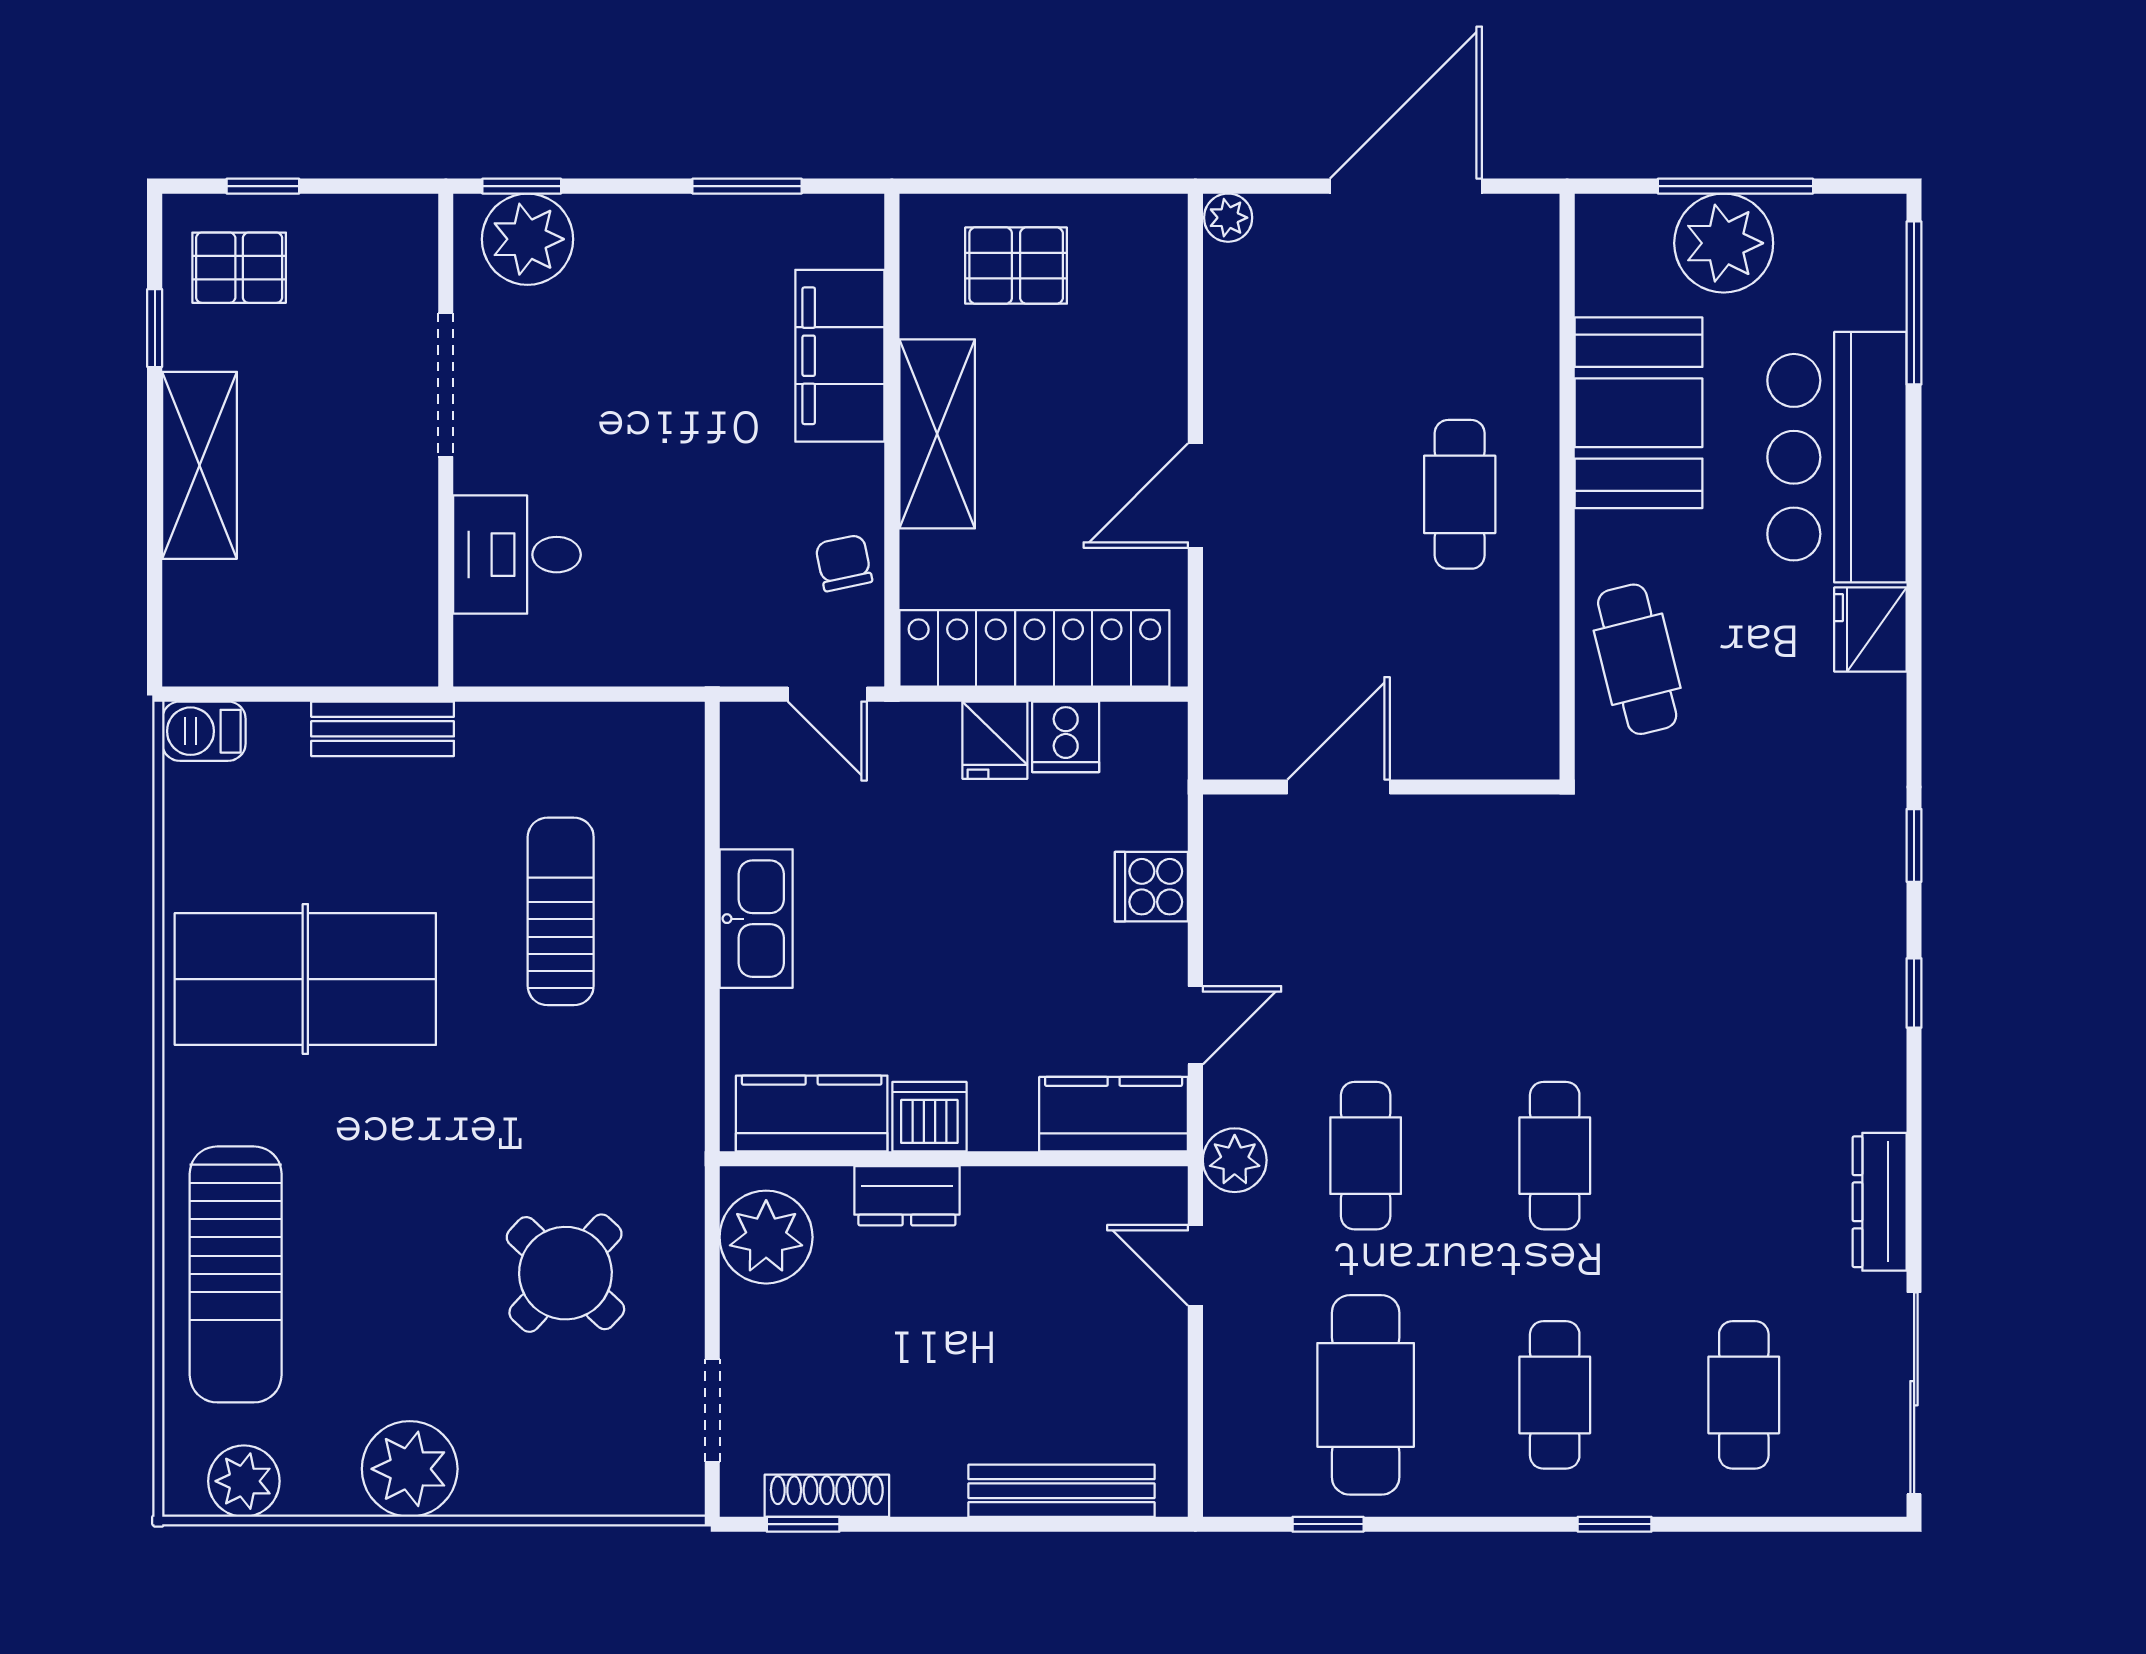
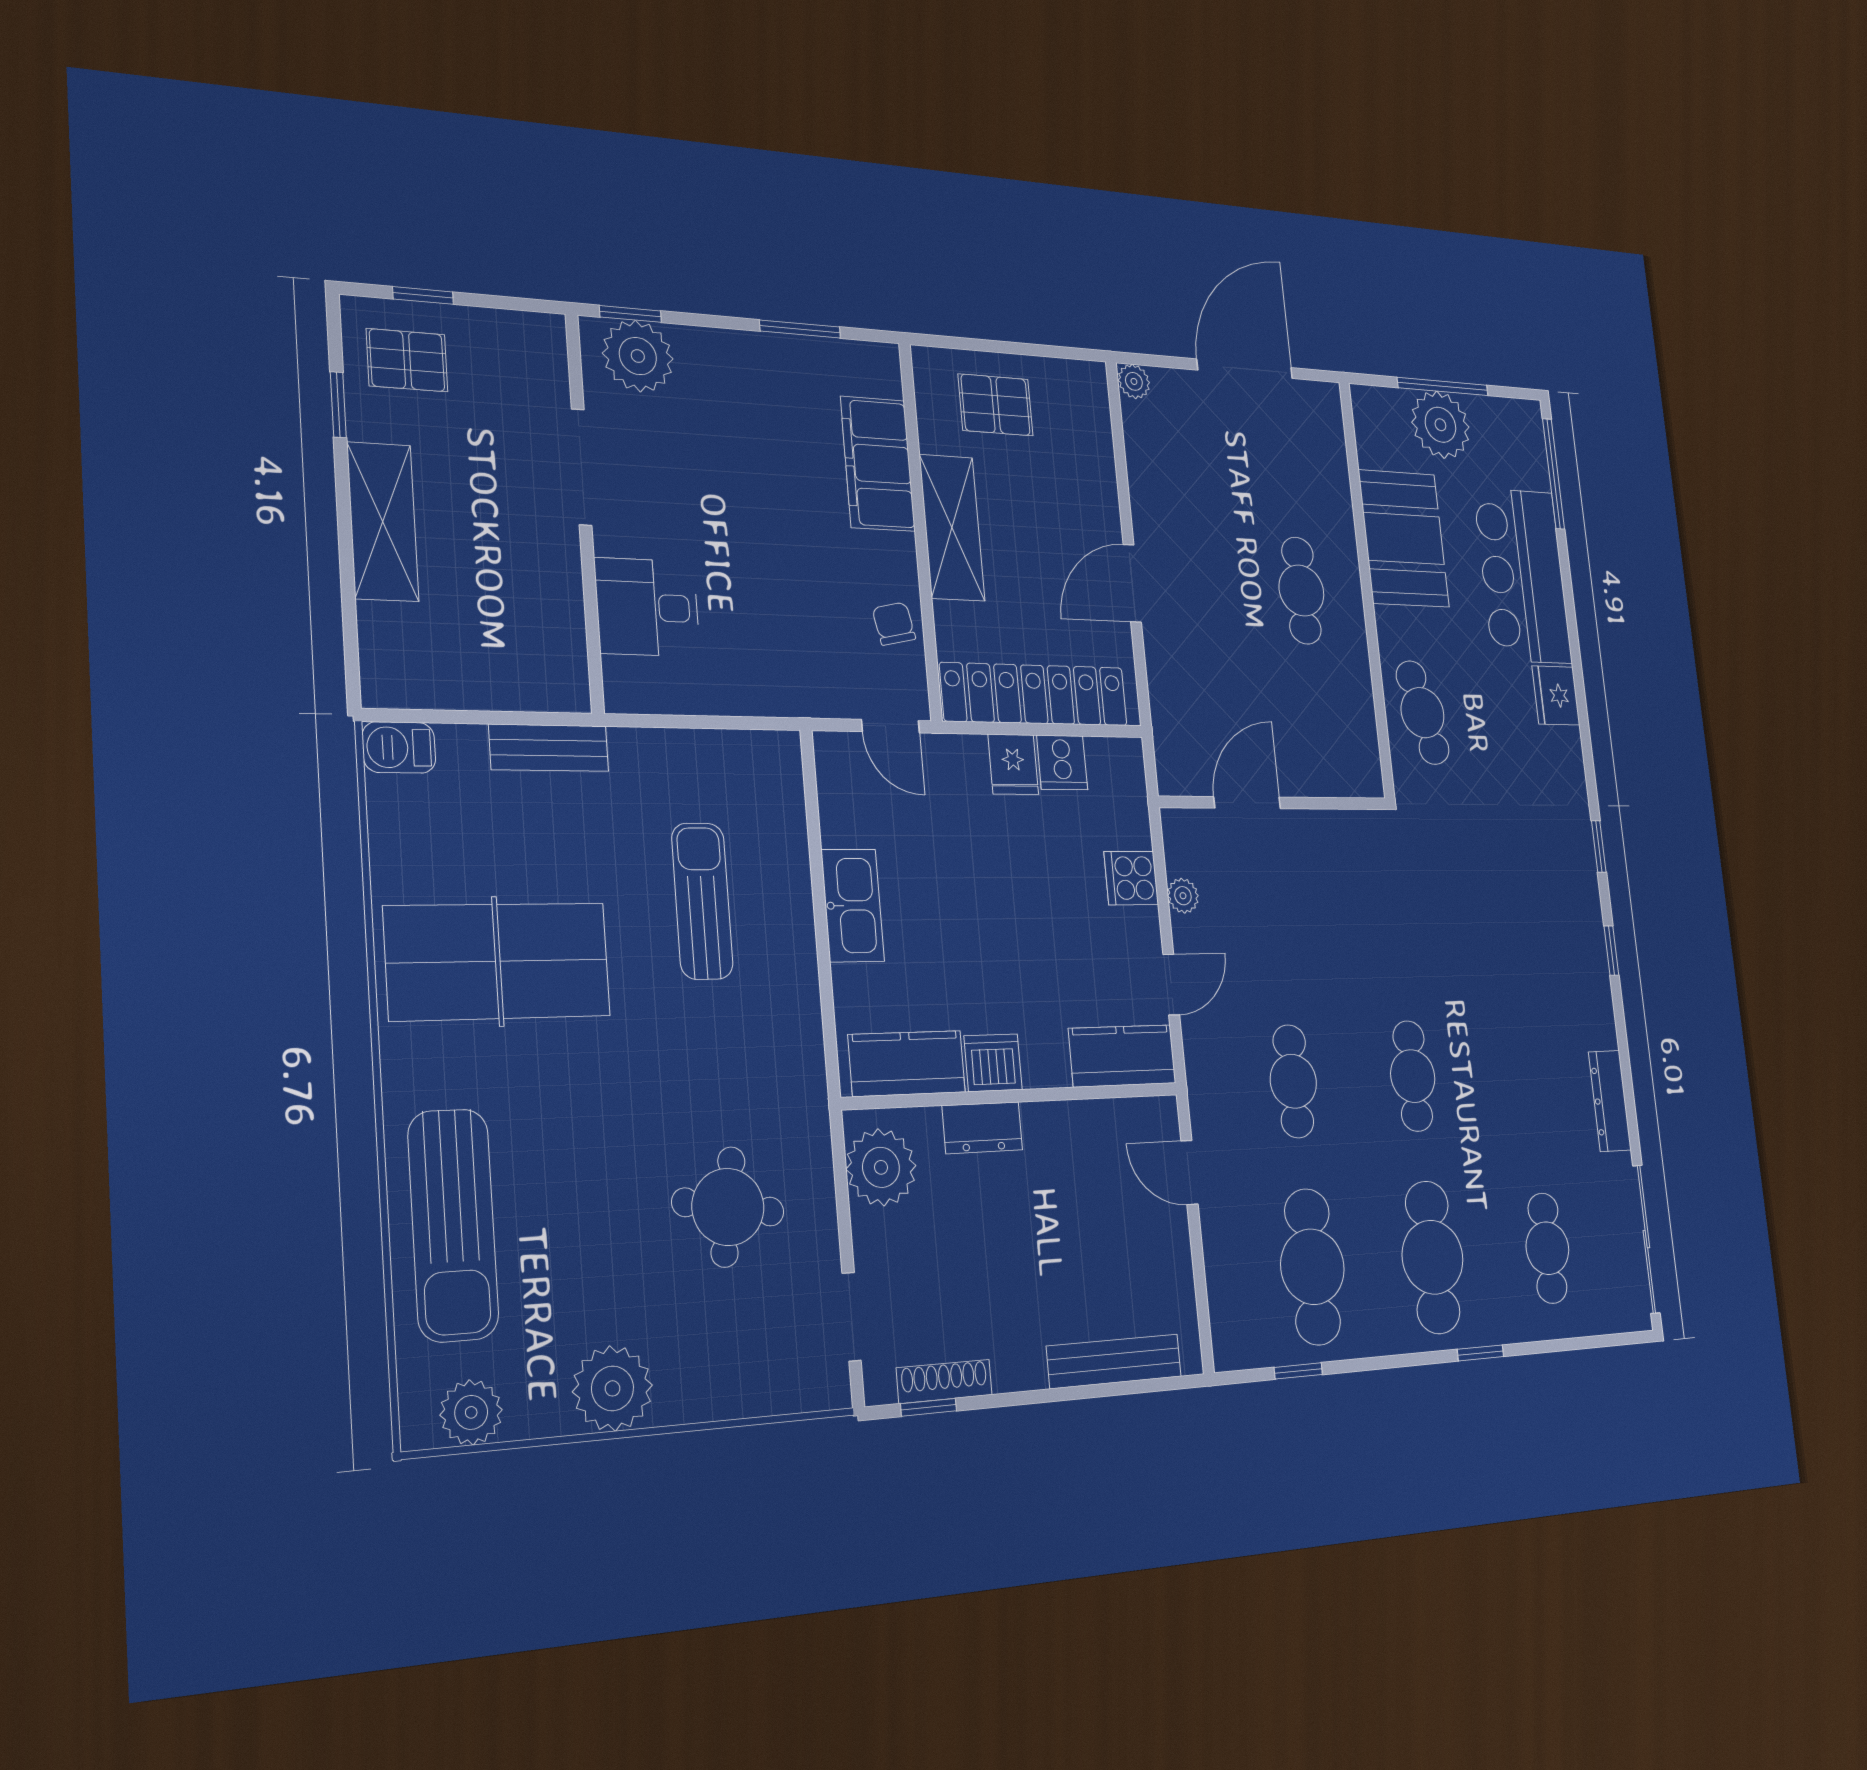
plant: (1235, 1160) -> (1183, 896), moved, width x0.73, depth x0.73
round table: (565, 1273) -> (728, 1207), turned -34
cafe table: (1555, 1395) -> (1433, 1257), width x1.37, depth x1.35

